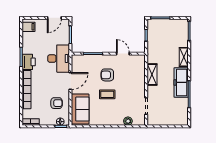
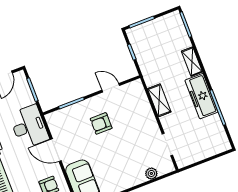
door: (70, 81) -> (56, 150), swing flipped
coffee table: (107, 94) -> (111, 149), removed

